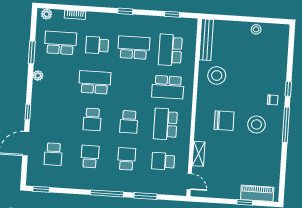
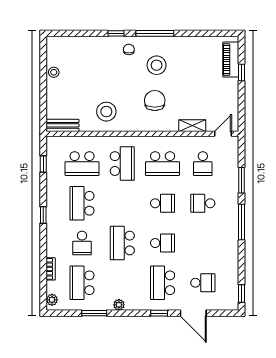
bench: (206, 40) -> (62, 125), width x0.73
school desk: (90, 157) -> (163, 283), moved, width x1.85

